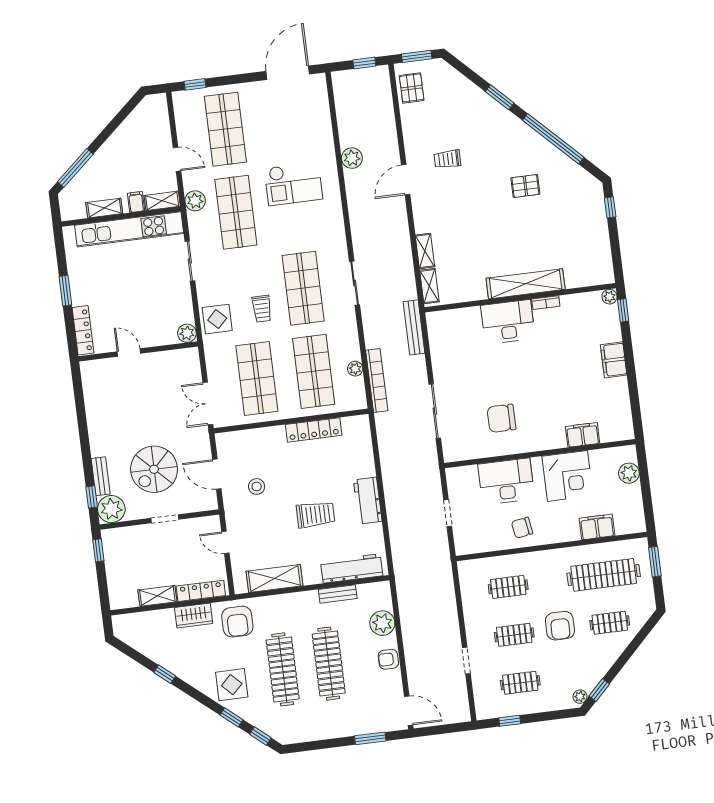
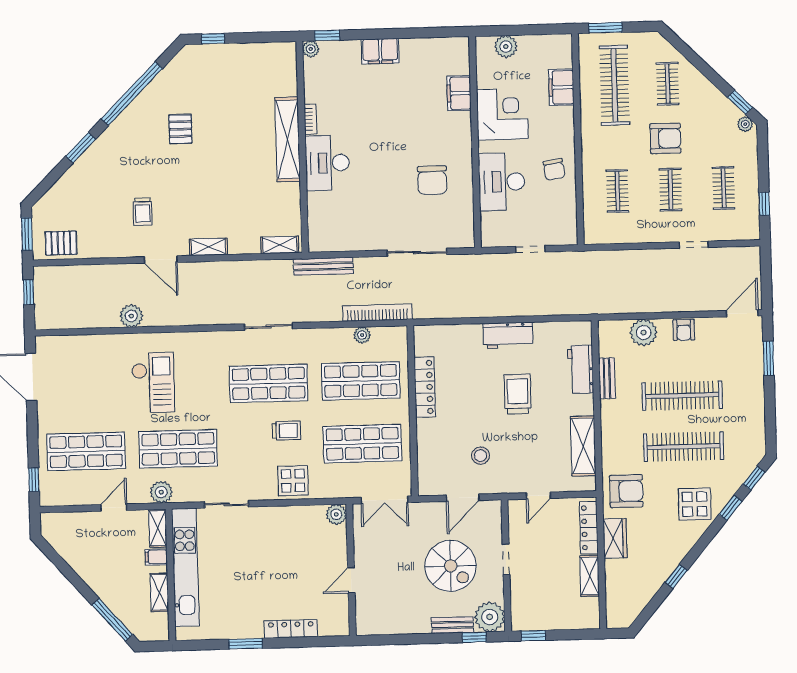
shelving: (425, 251) -> (209, 247), moved
plant: (187, 333) -> (336, 514), moved
wall: (138, 351) -> (351, 570), moved
door: (129, 353) -> (351, 580), moved
workbench: (352, 568) -> (581, 369), width x0.73

